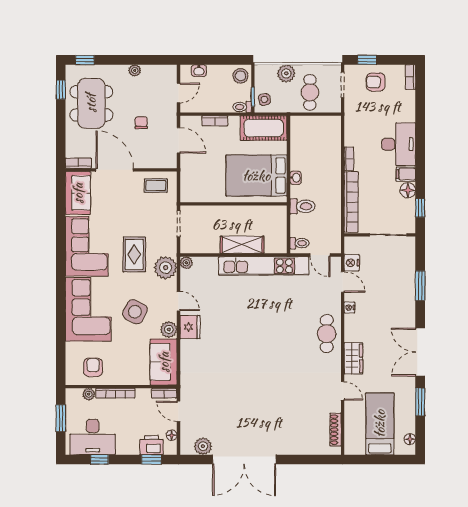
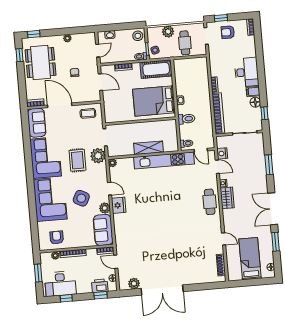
plant: (166, 268) -> (98, 156), moved
wardrobe: (353, 358) -> (227, 198), moved

